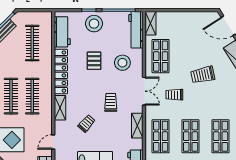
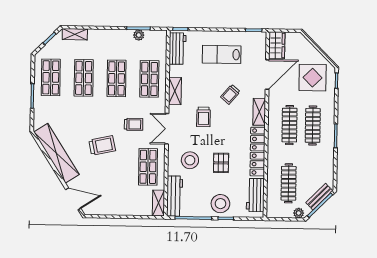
plant: (23, 16) -> (299, 213), added
door: (53, 142) -> (267, 74), width x1.88

